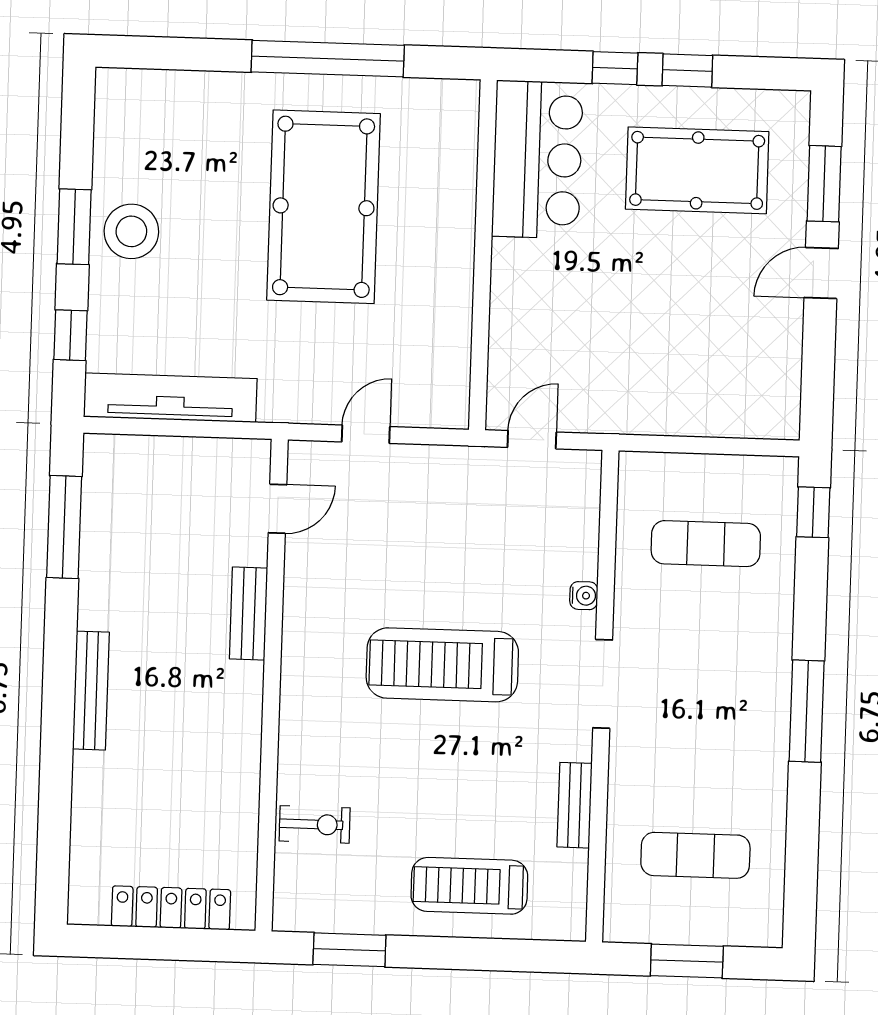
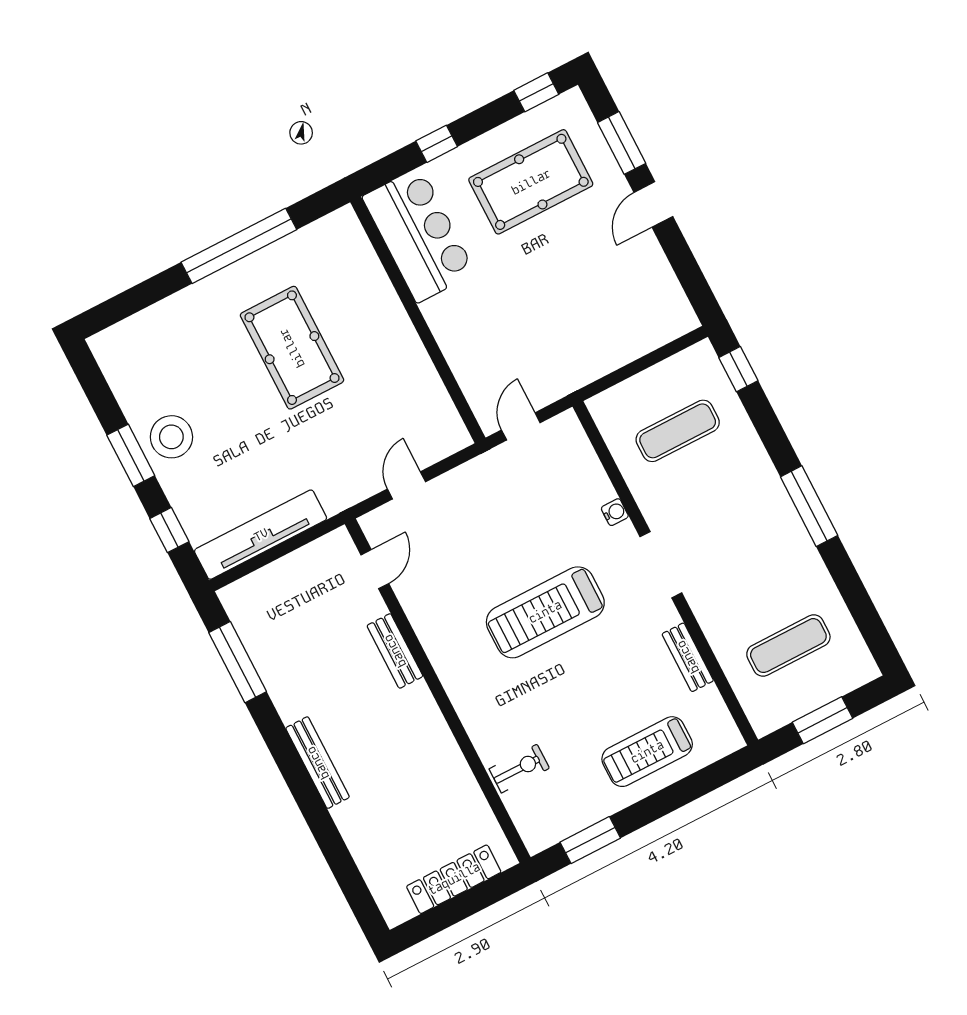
window: (687, 71) -> (536, 92), moved
pool table: (324, 207) -> (292, 348), width x0.73, depth x0.76

